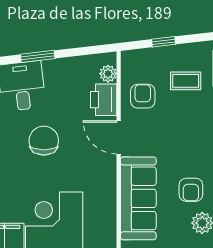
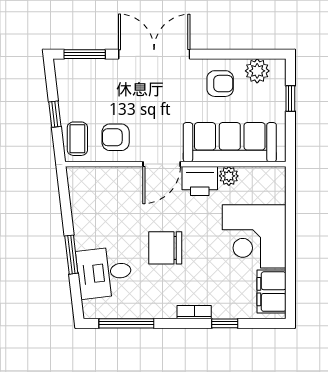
plant: (108, 74) -> (229, 176), moved
coffee table: (186, 81) -> (77, 139), moved
printer: (104, 100) -> (200, 181), moved

